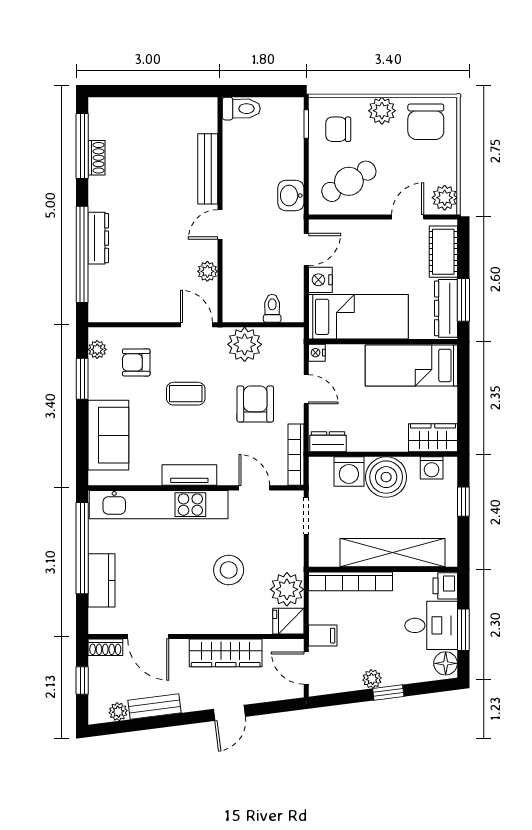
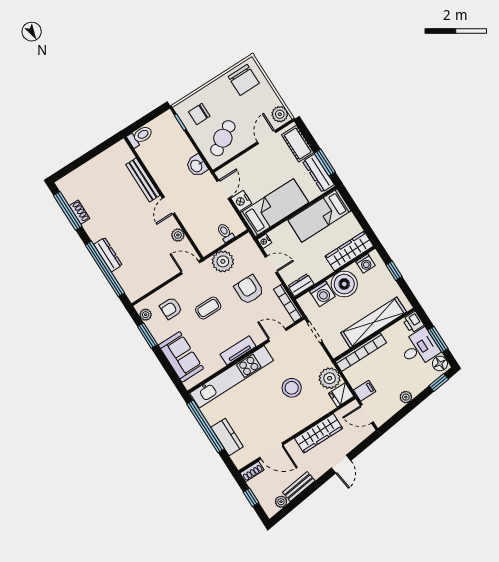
plant: (382, 111) -> (216, 89), removed
wardrobe: (433, 438) -> (349, 251), width x1.50
window: (388, 693) -> (439, 382), moved

